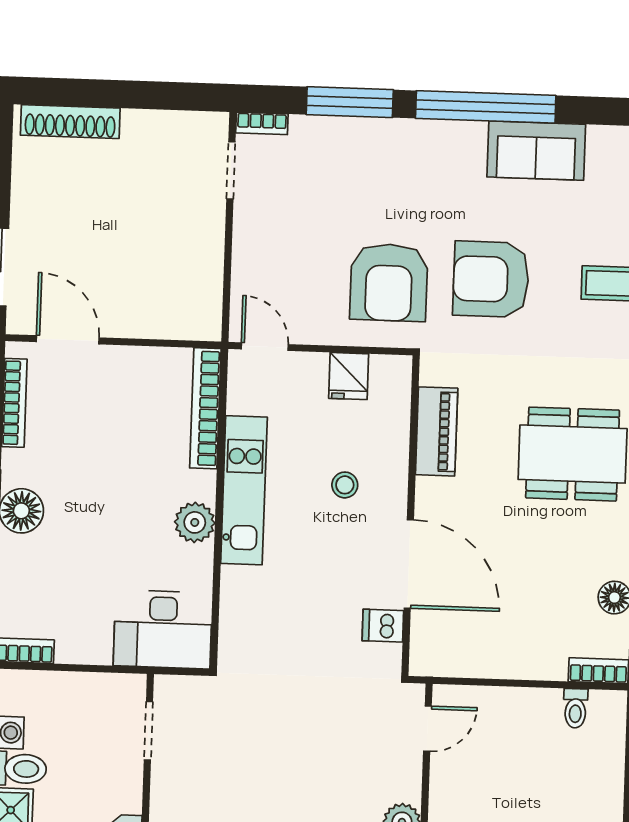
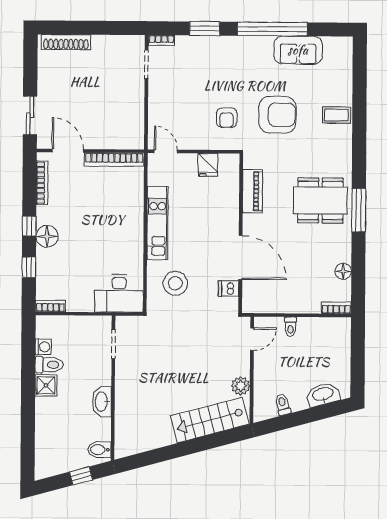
window: (350, 102) -> (205, 29), width x0.69
armchair: (491, 279) -> (277, 115), turned 180
armchair: (389, 282) -> (227, 118), width x0.53, depth x0.53
bookcase: (205, 408) -> (114, 160), moved, turned -90
stool: (345, 485) -> (175, 283), moved, width x1.89, depth x1.89
plant: (195, 522) -> (133, 240), removed
toilet: (575, 708) -> (290, 327), moved

